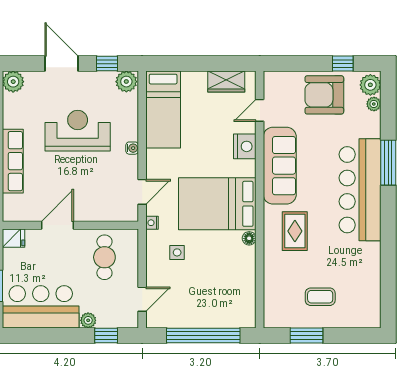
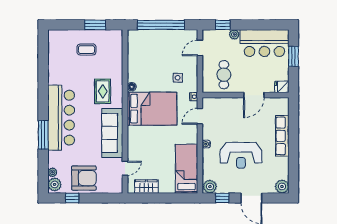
nightstand: (245, 146) -> (134, 145), removed

